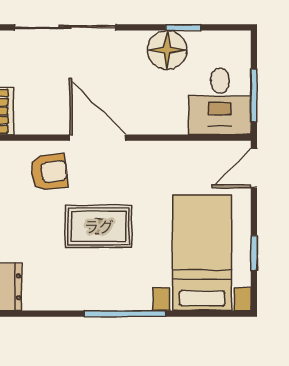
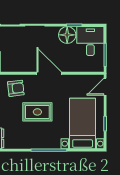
desk: (220, 101) -> (90, 41), moved, turned 180
door: (98, 138) -> (49, 73), moved

